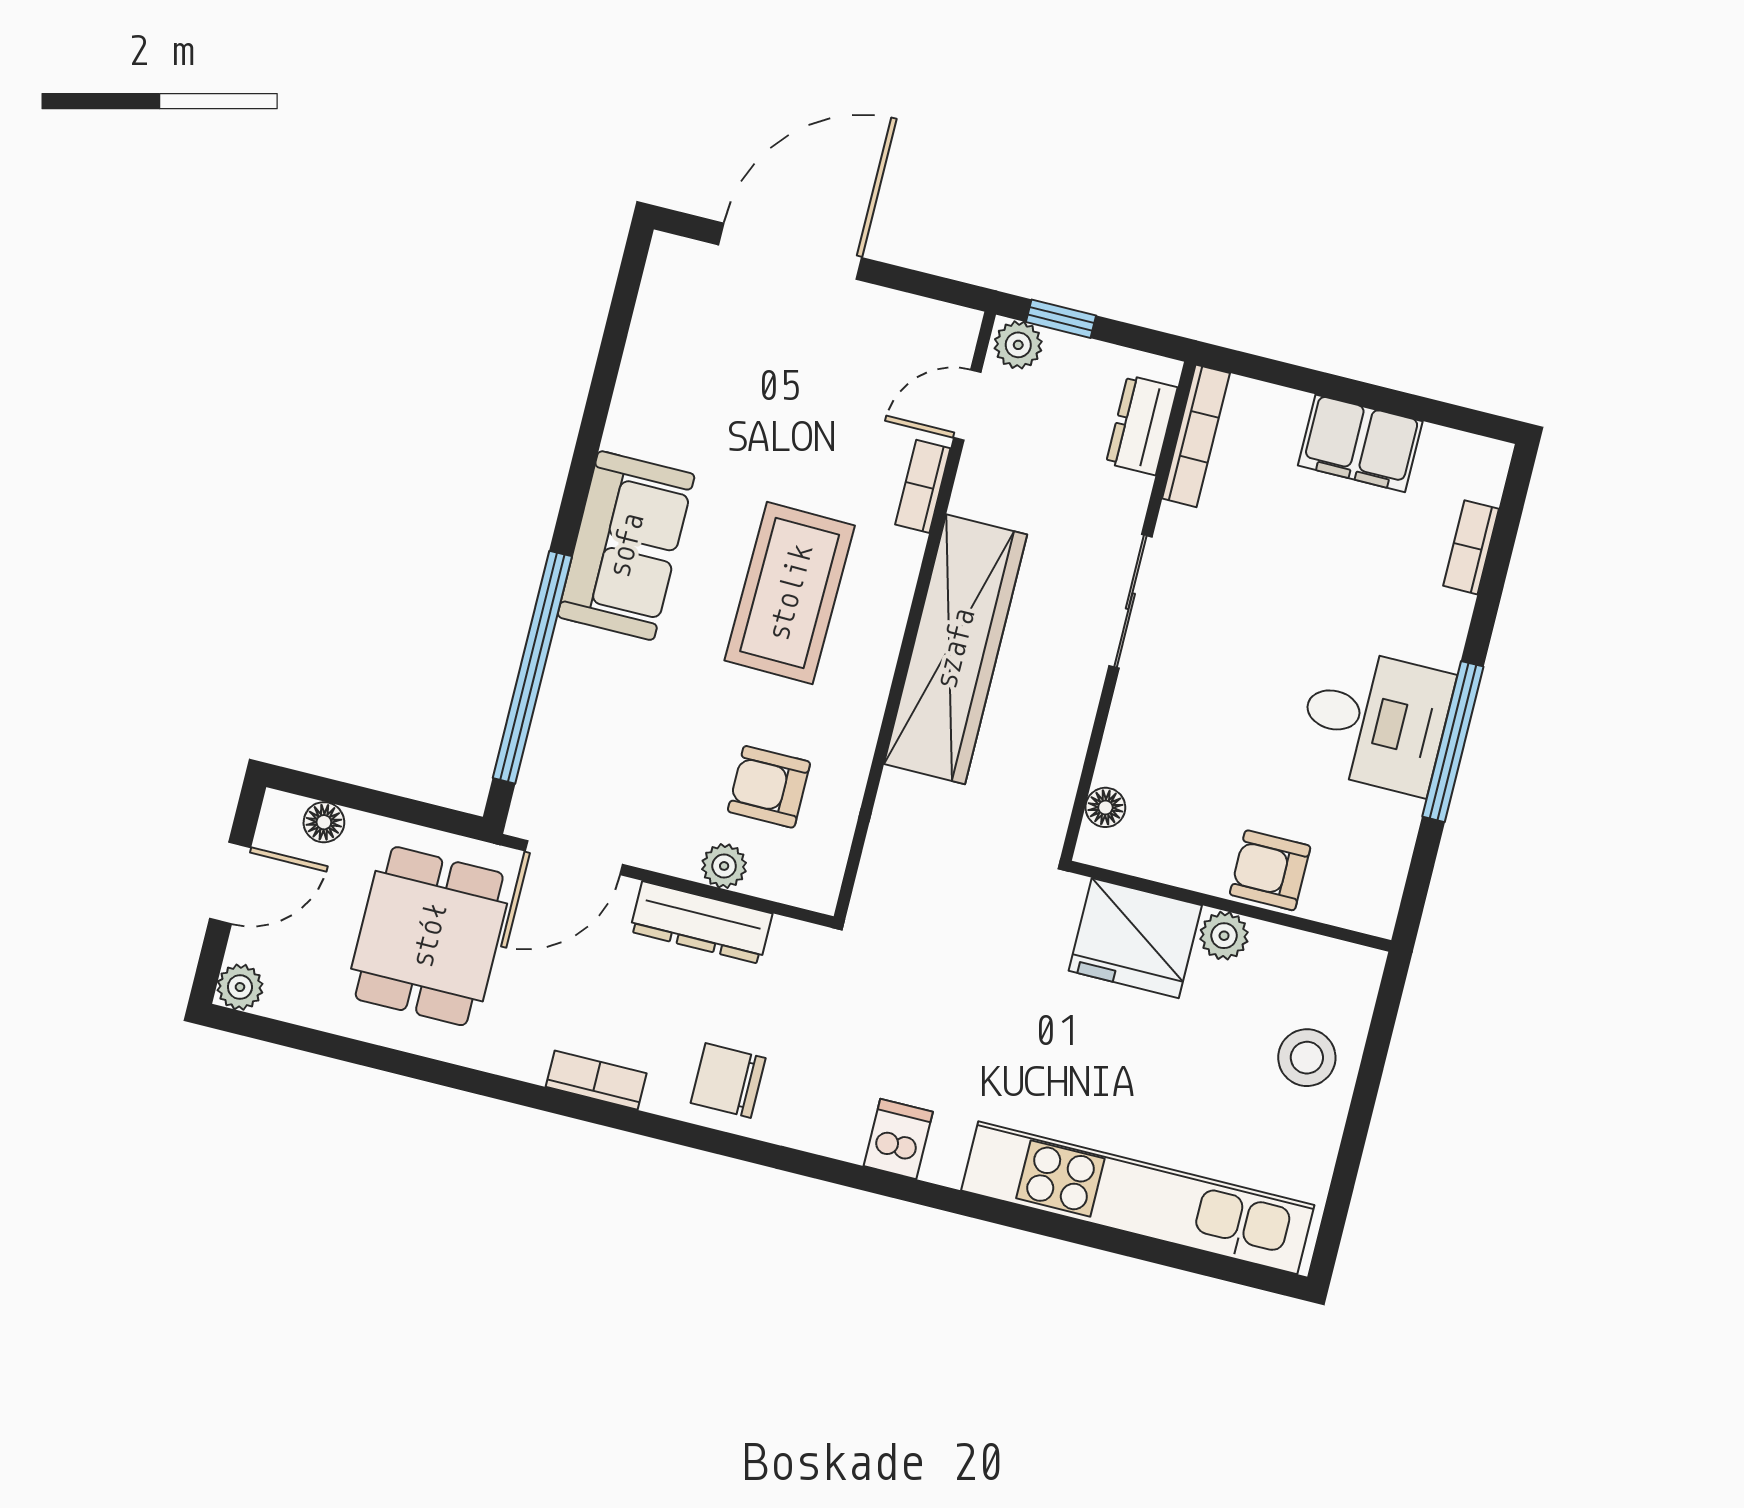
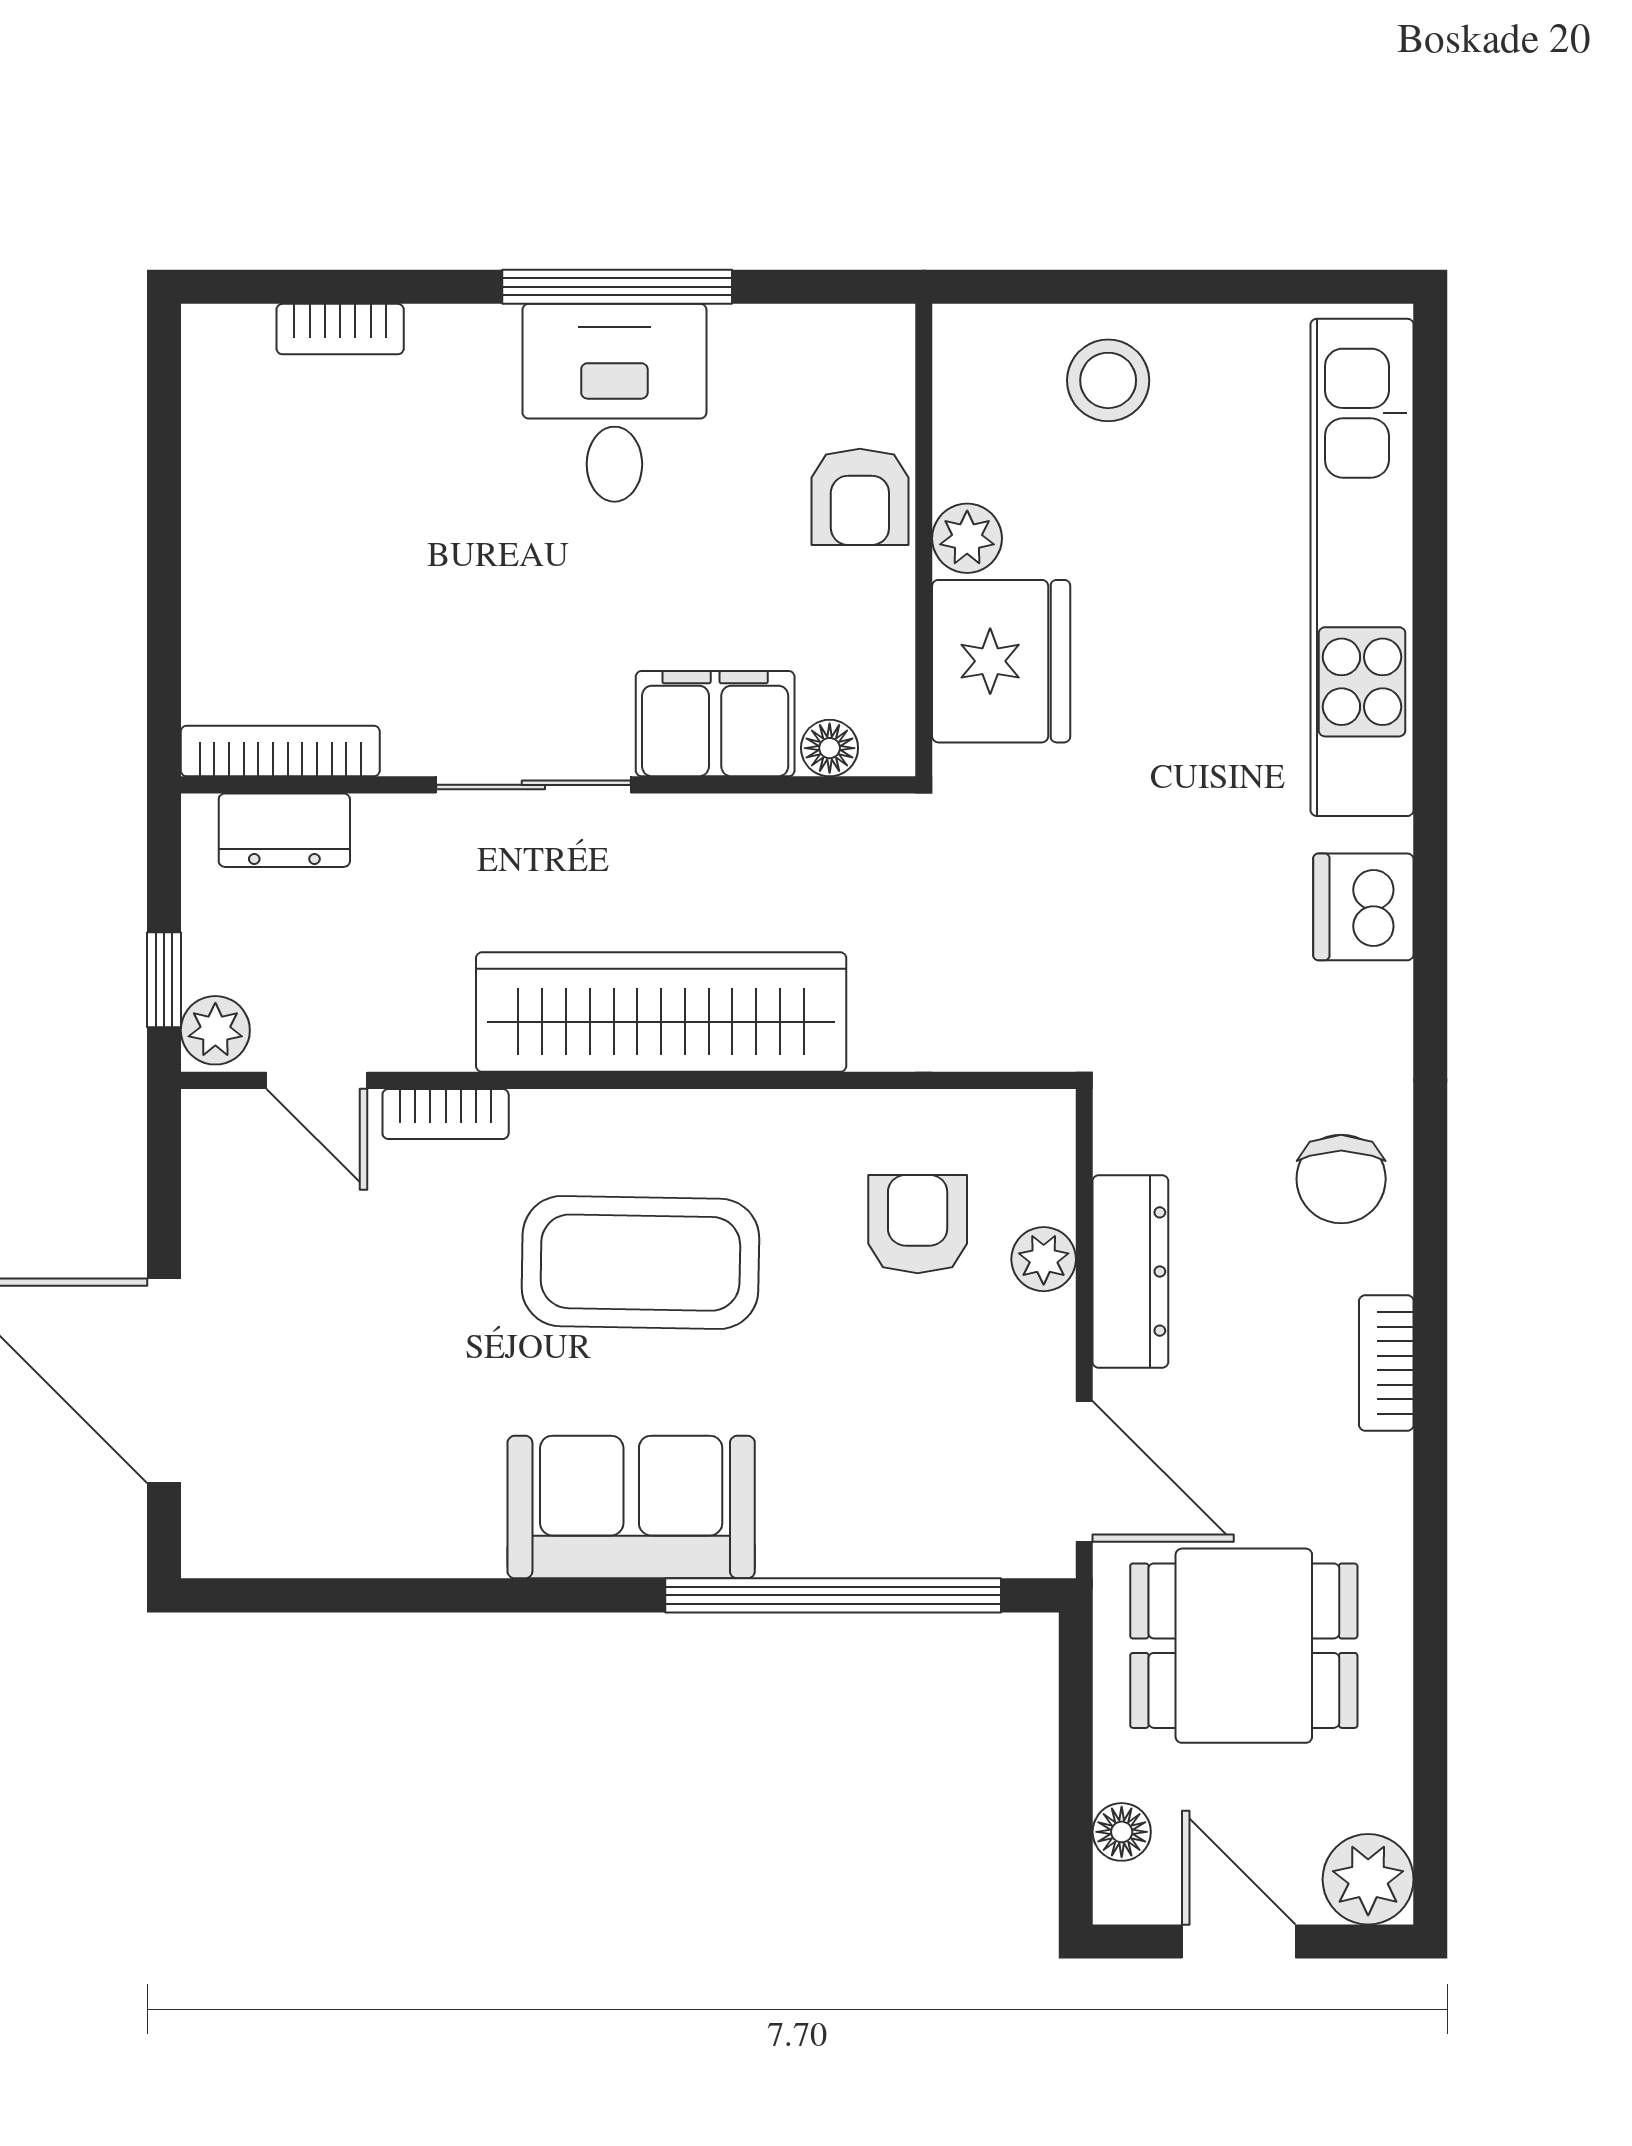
filing cabinet: (1360, 443) -> (715, 724), moved, turned -90
armchair: (769, 787) -> (918, 1224), turned 180
plant: (240, 987) -> (1368, 1879), width x1.38, depth x1.38
dishwasher: (898, 1139) -> (1363, 907), width x1.38

